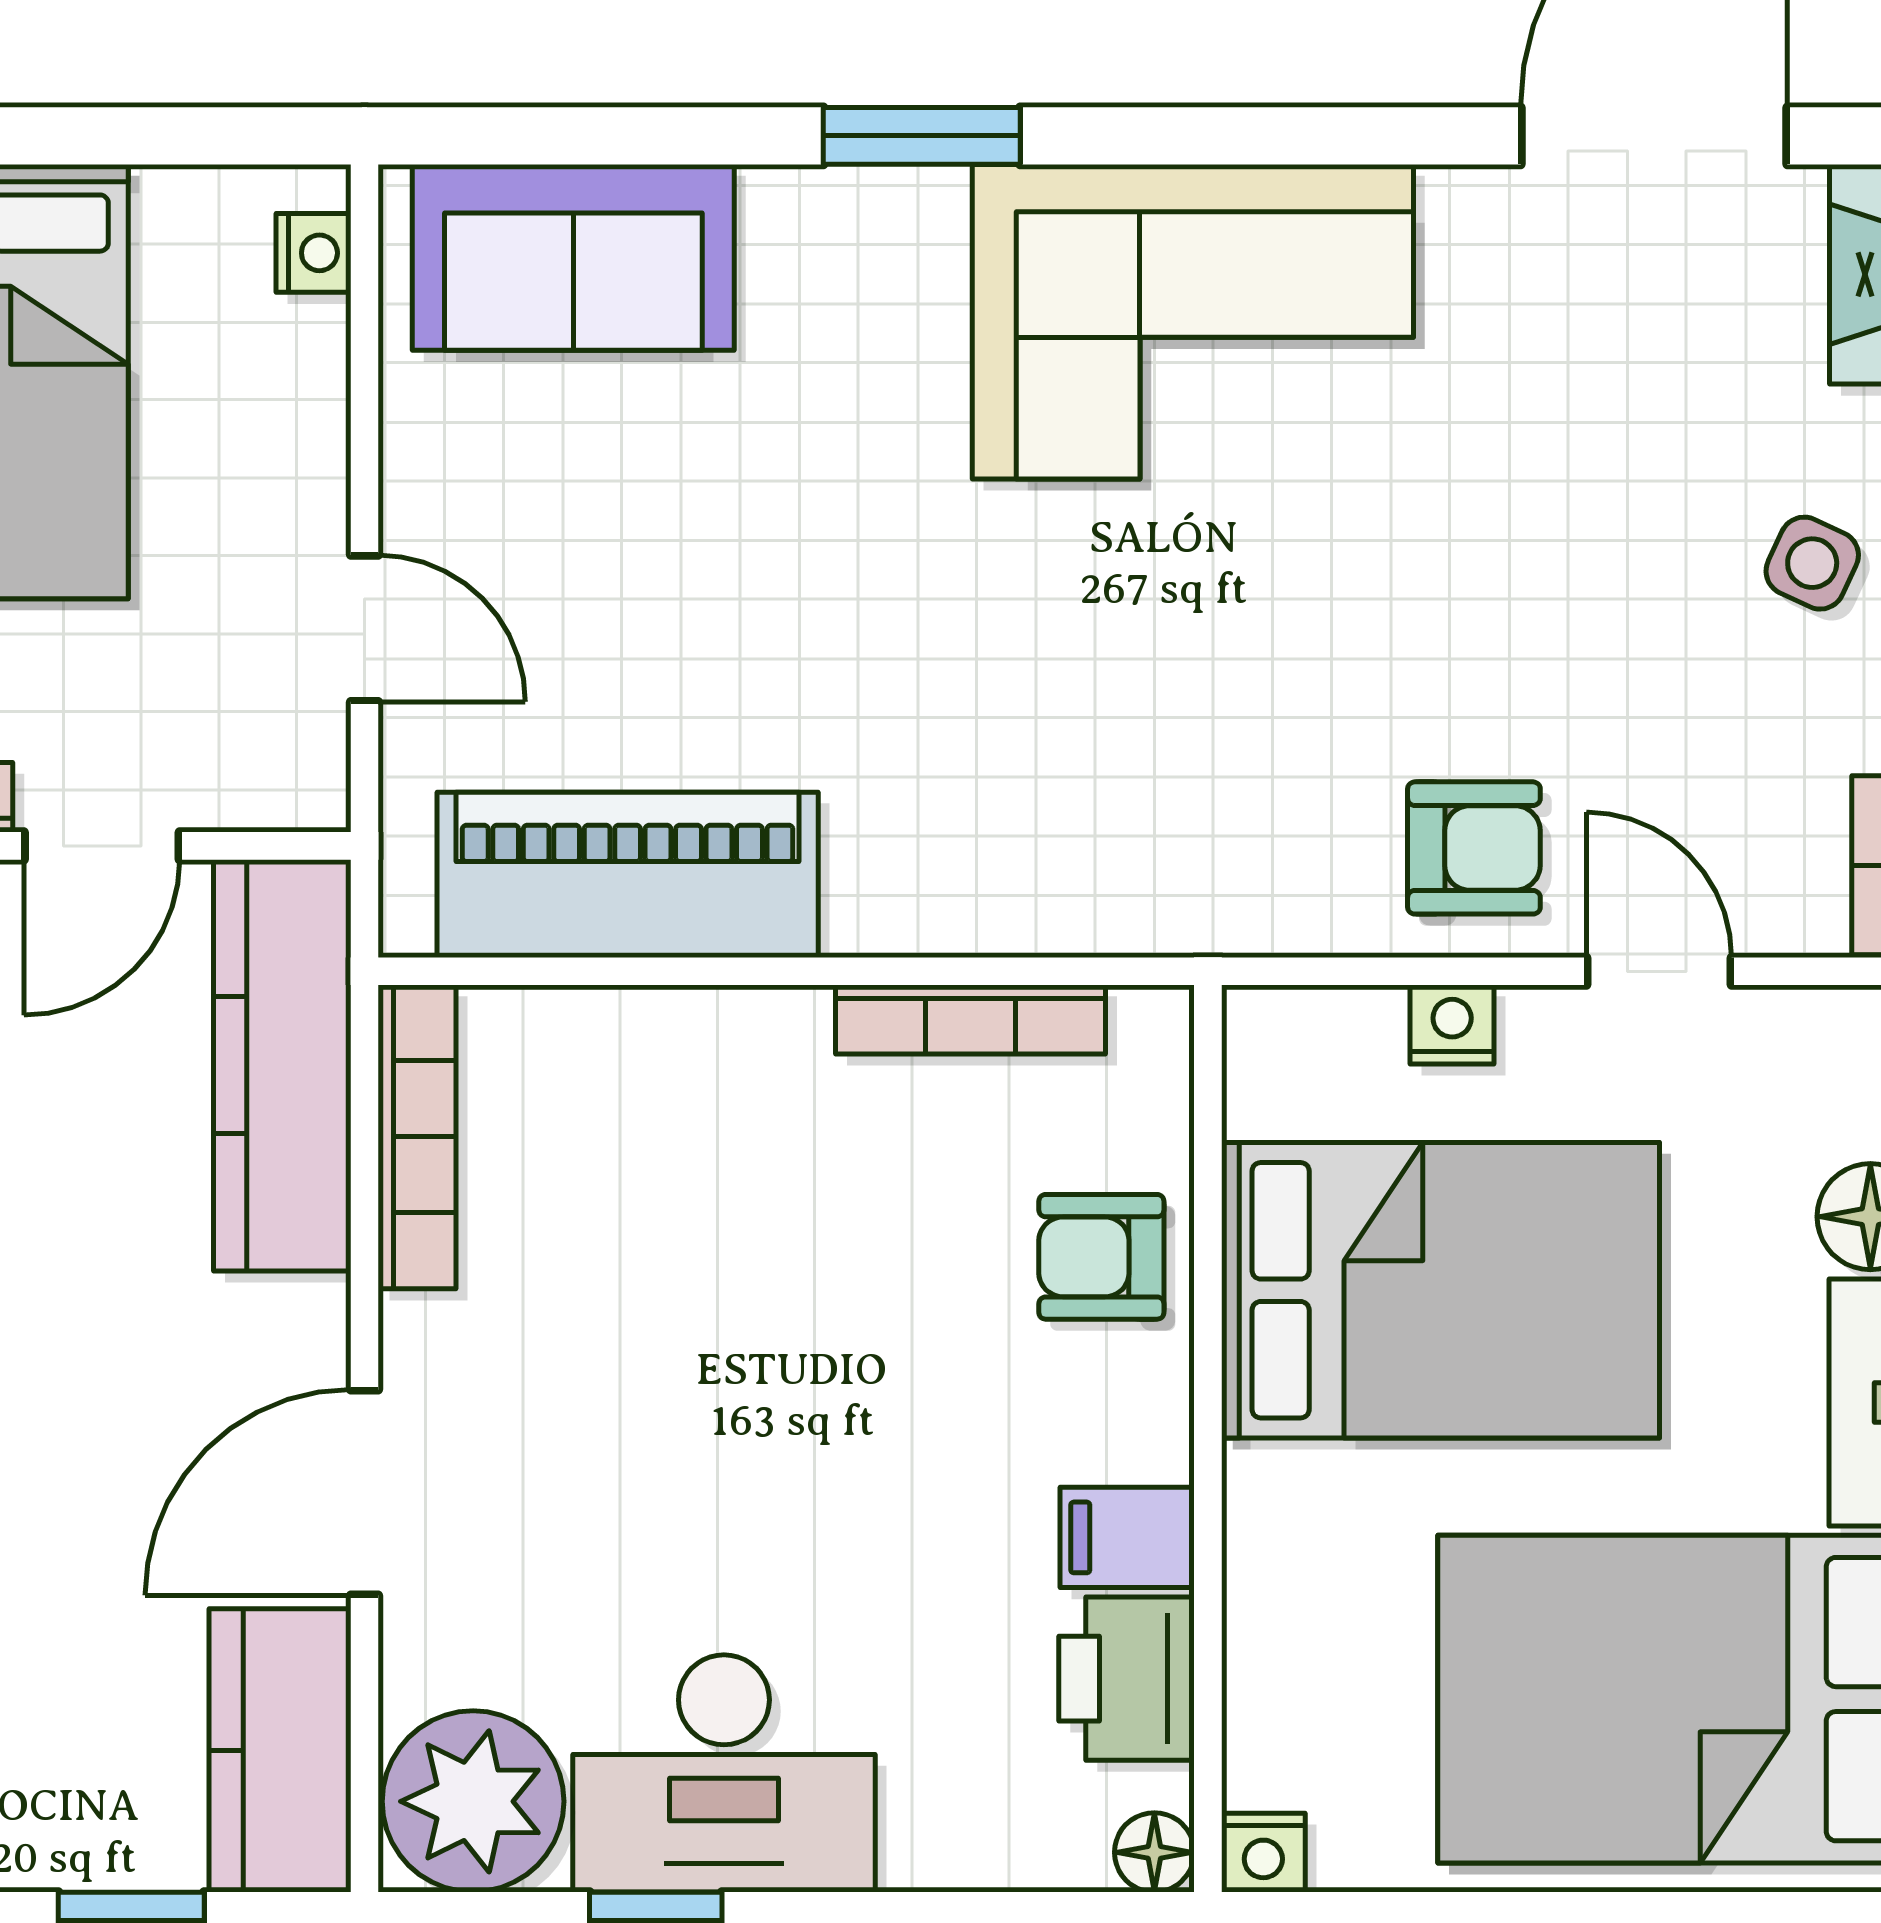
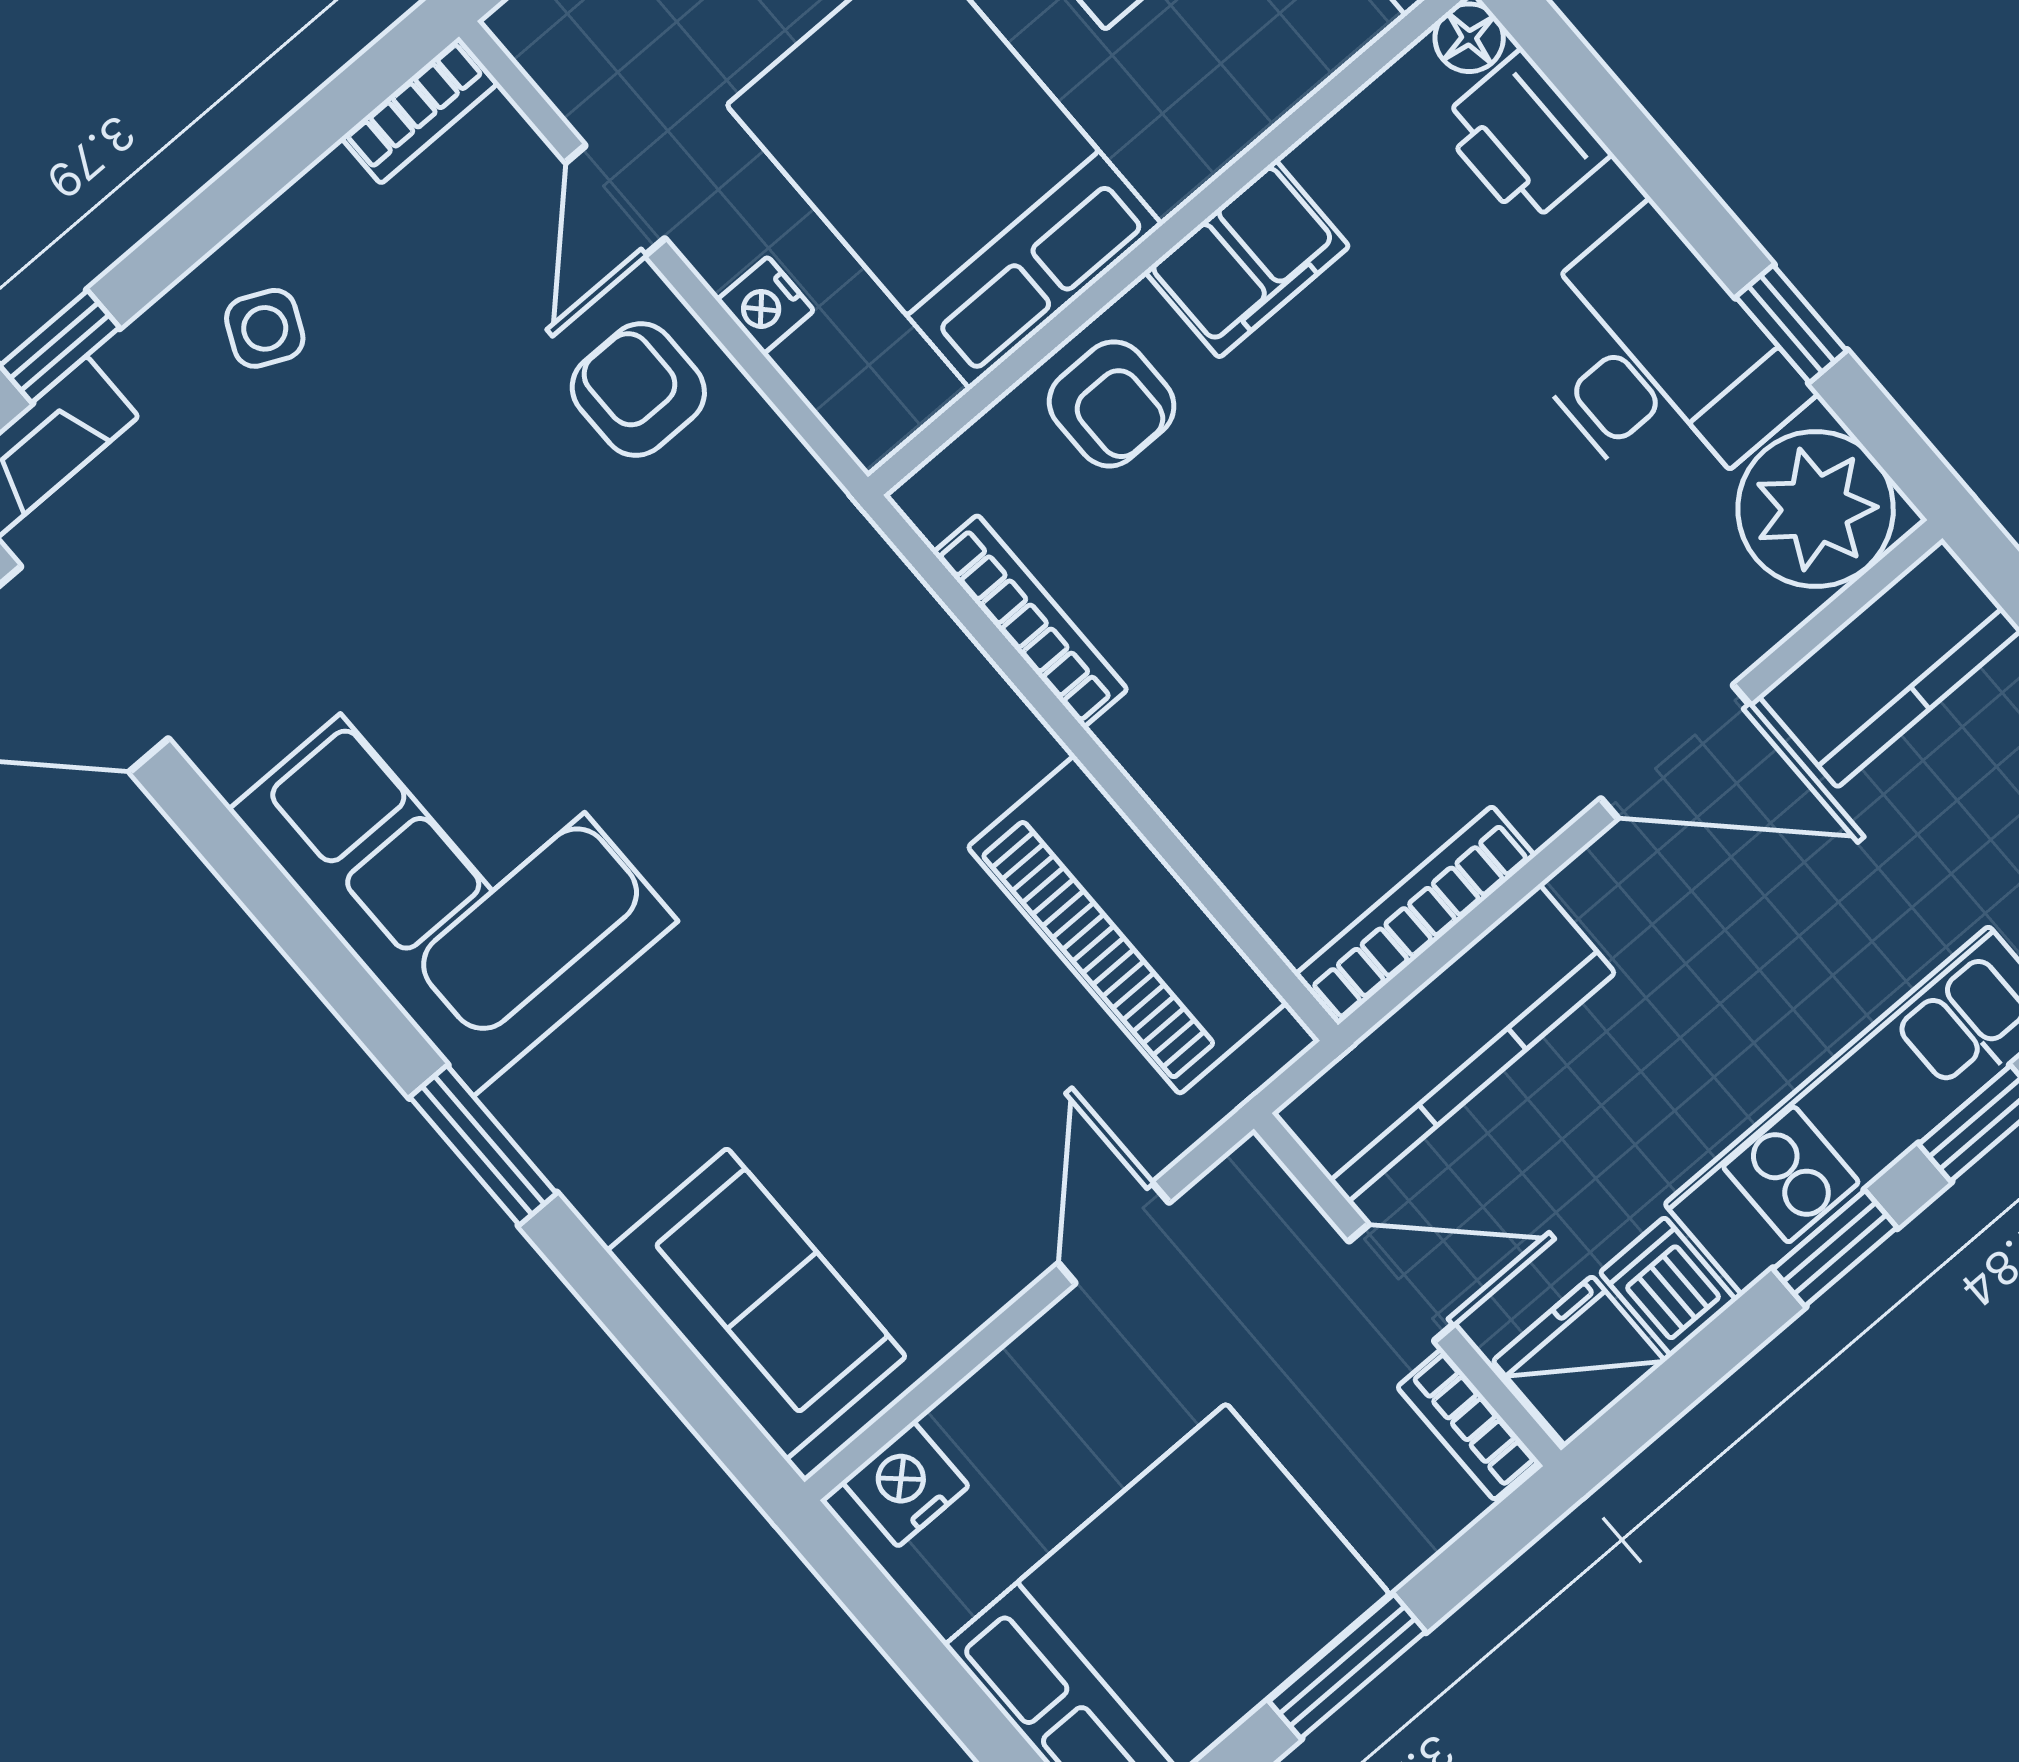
nightstand: (313, 253) -> (905, 1484), width x1.39, depth x1.35
filing cabinet: (1127, 1537) -> (1247, 259), width x2.00
printer: (1127, 1679) -> (1524, 138), moved, turned 90

